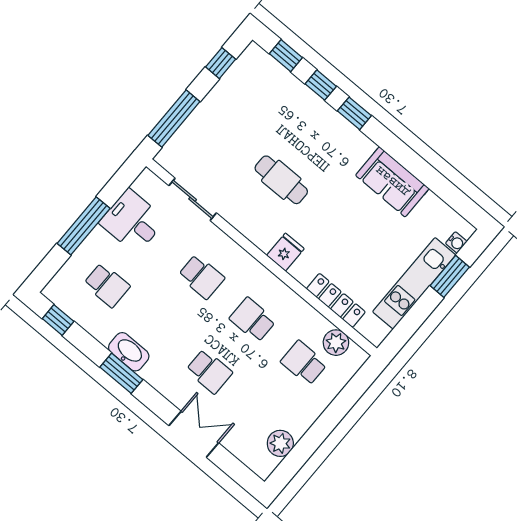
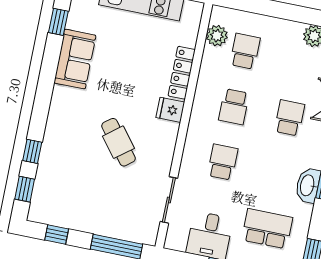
window: (354, 113) -> (58, 22), moved
cafe table: (281, 180) -> (118, 142), turned -38
school desk: (107, 285) -> (267, 229), width x1.85
locker: (336, 300) -> (182, 73), moved
school desk: (304, 363) -> (245, 51), turned 180

